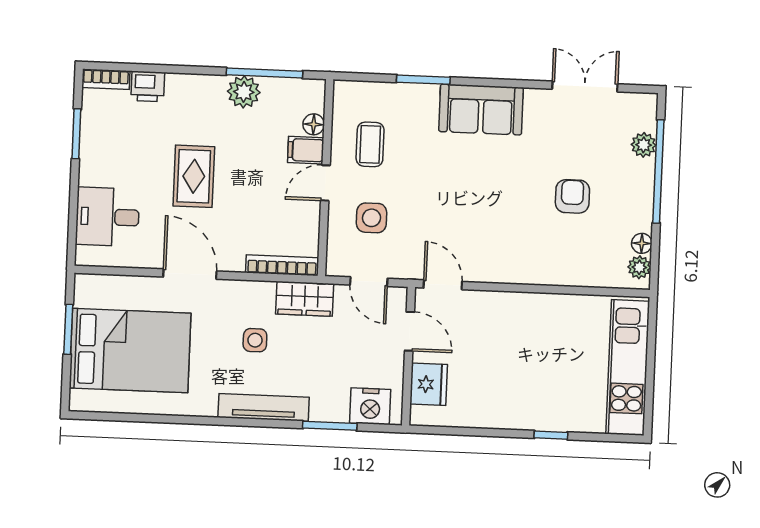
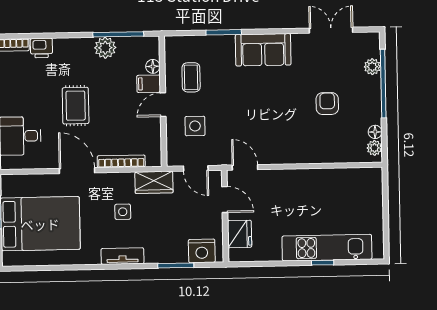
bookcase: (282, 265) -> (121, 161), moved
kitchen unit: (628, 367) -> (327, 248), moved, turned 90
tv unit: (264, 407) -> (122, 256), width x0.71

